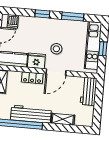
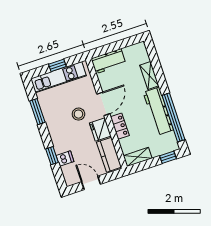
window: (42, 14) -> (52, 156), moved
dishwasher: (13, 21) -> (65, 158), moved
door: (56, 72) -> (103, 104), hinge flipped

